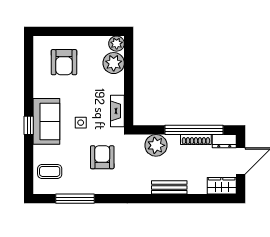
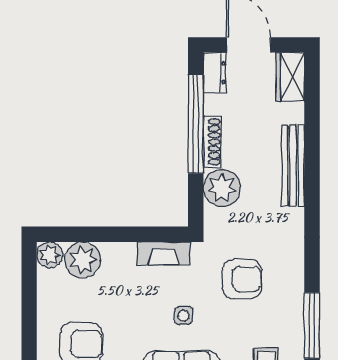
shoe rack: (196, 140) -> (212, 142), moved
armchair: (102, 157) -> (242, 279), turned 180
bench: (169, 187) -> (293, 166), width x1.36

